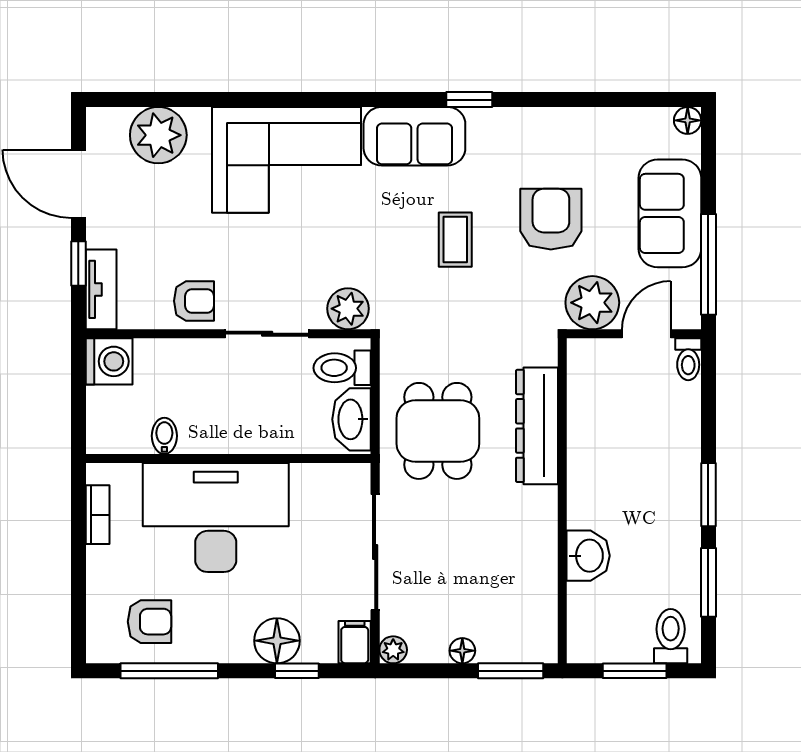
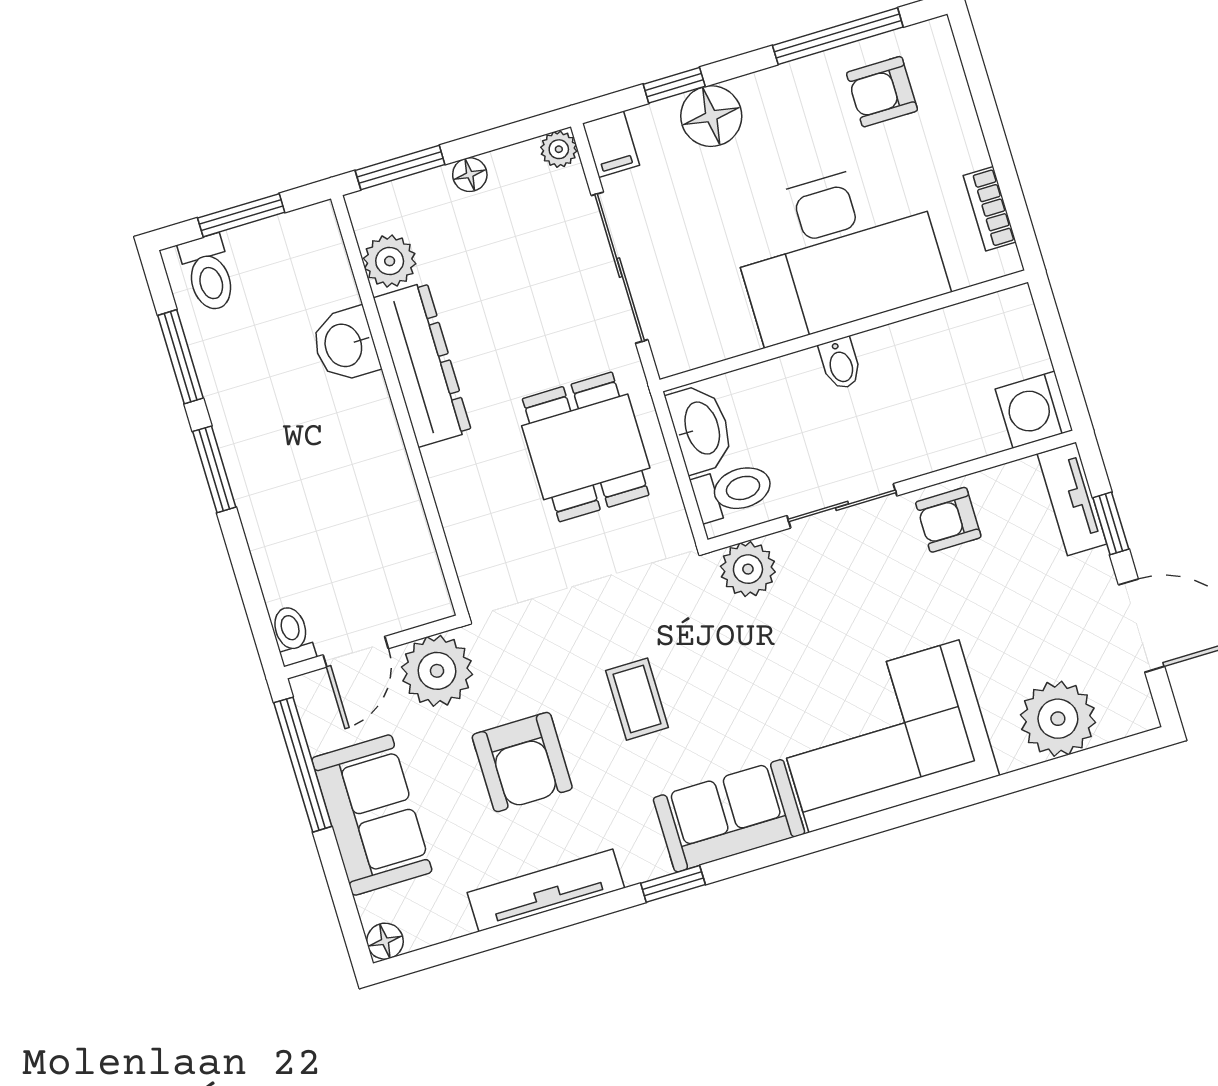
tv unit: (562, 122) -> (546, 890), added
dresser: (537, 426) -> (422, 365), moved
bidet: (164, 436) -> (840, 364), moved
plant: (538, 606) -> (390, 261), added

